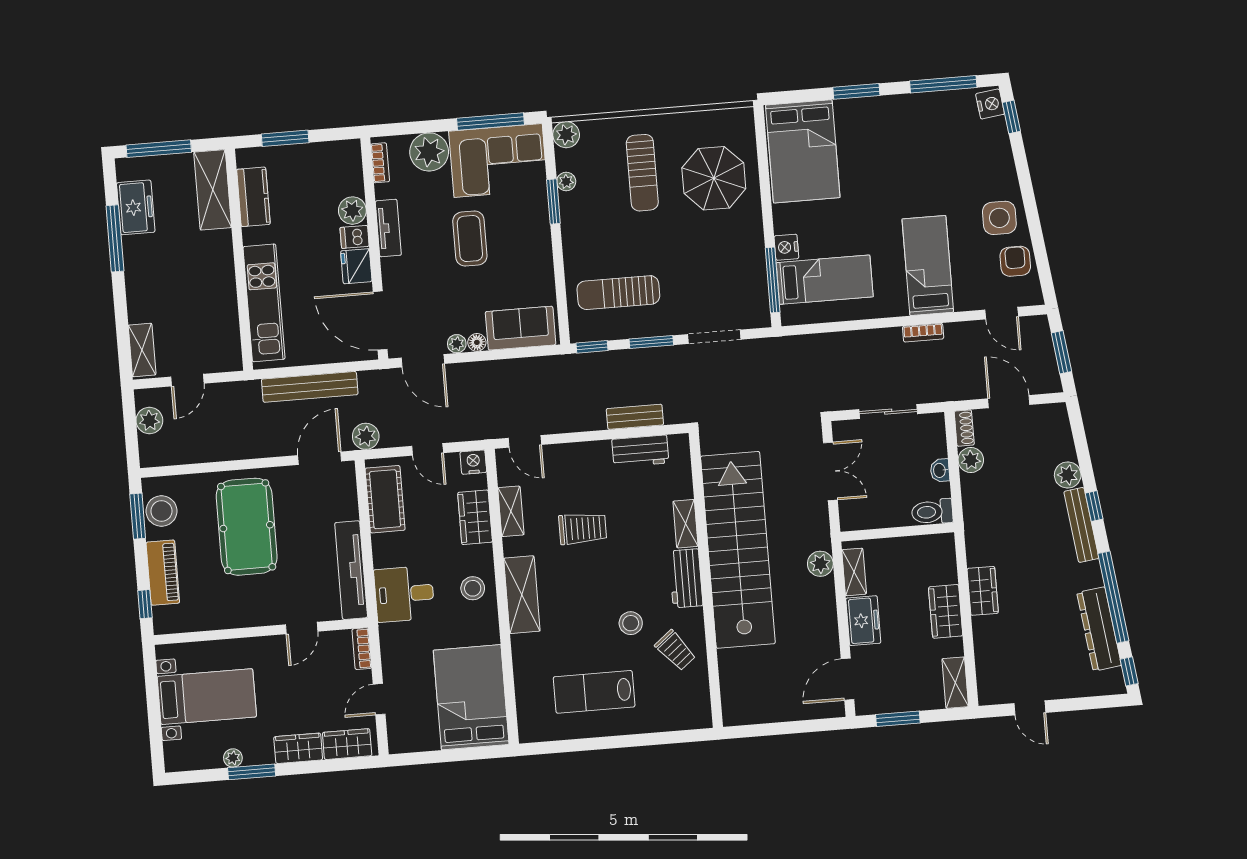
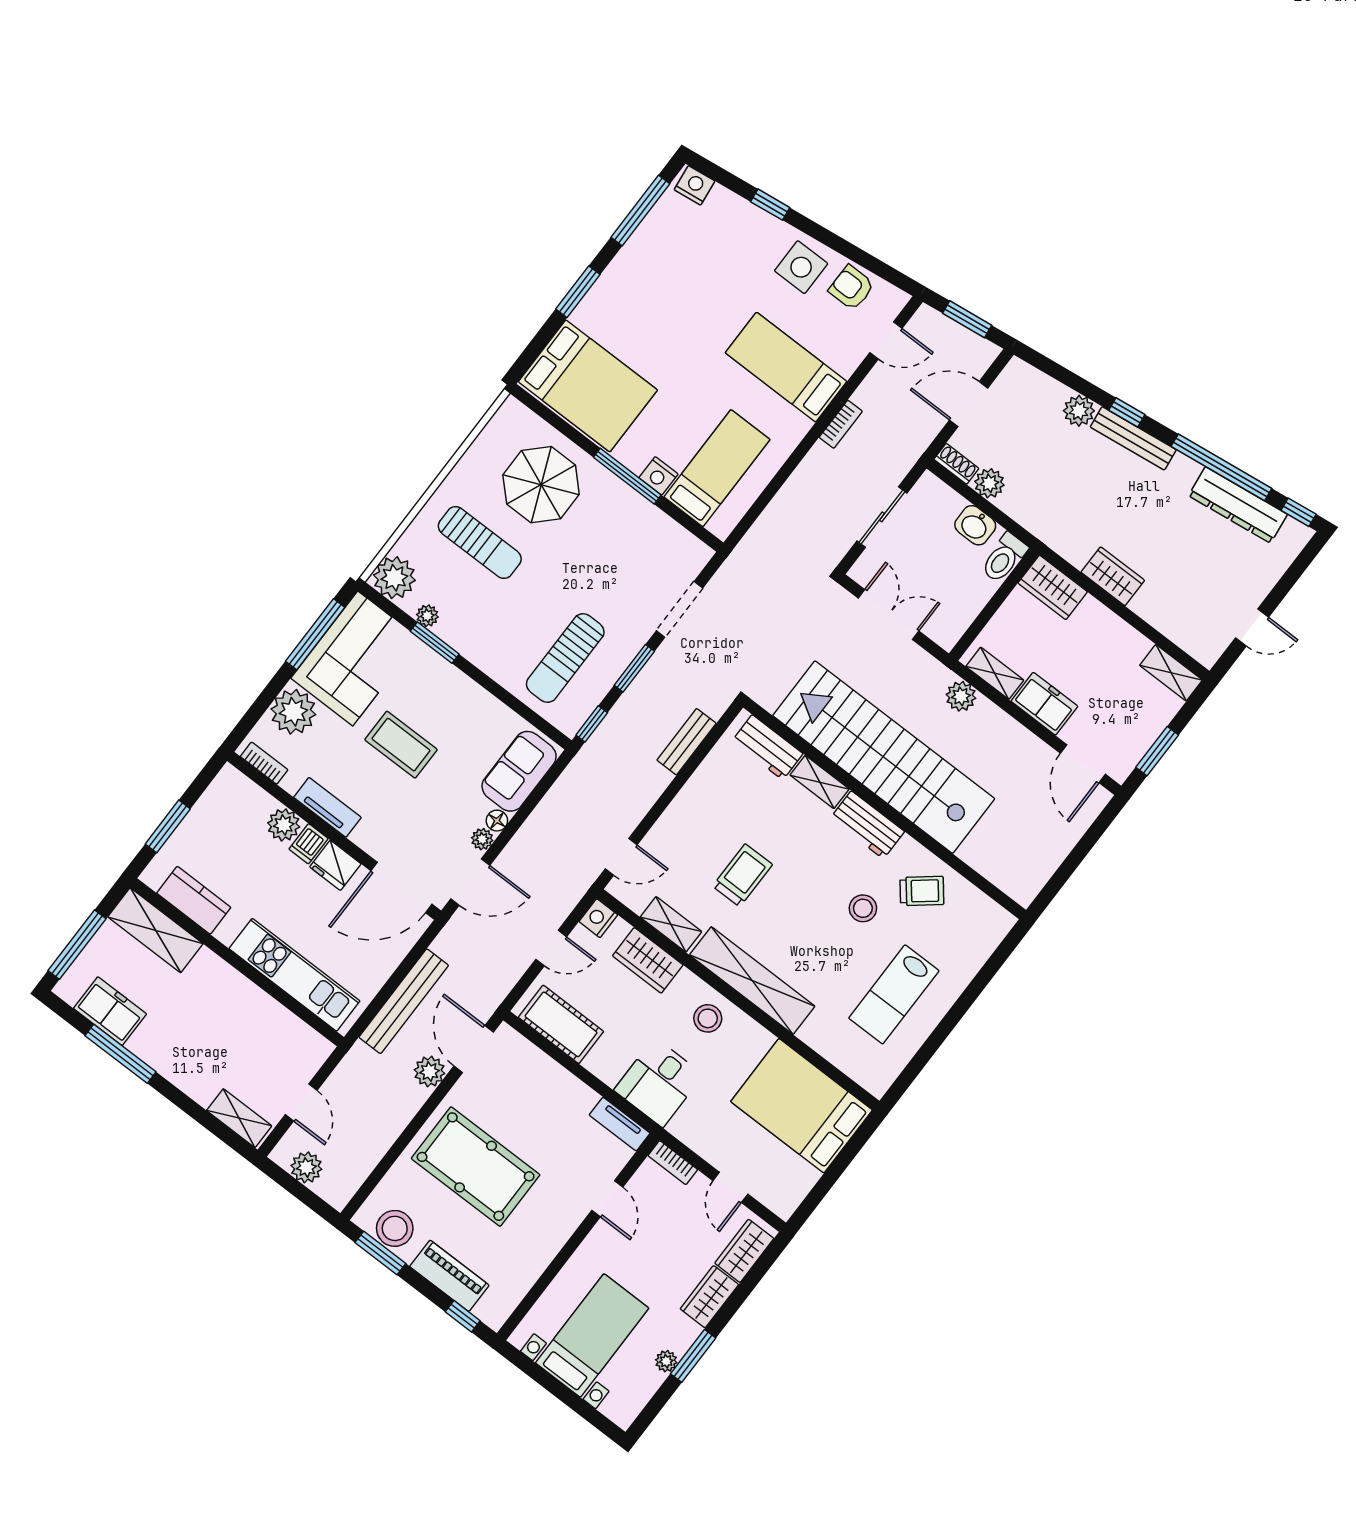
window: (1011, 117) -> (770, 205), moved
plant: (566, 135) -> (394, 578), width x1.36, depth x1.36
window: (773, 280) -> (627, 476), moved
plant: (366, 436) -> (430, 1072), moved
workbench: (640, 451) -> (767, 747), moved, turned 90
washbasin: (940, 470) -> (975, 525), width x1.38, depth x1.45
tv unit: (351, 570) -> (620, 1124), width x0.52, depth x0.78
shelving: (522, 595) -> (752, 981), width x1.47
wardrobe: (946, 611) -> (1053, 587), moved

